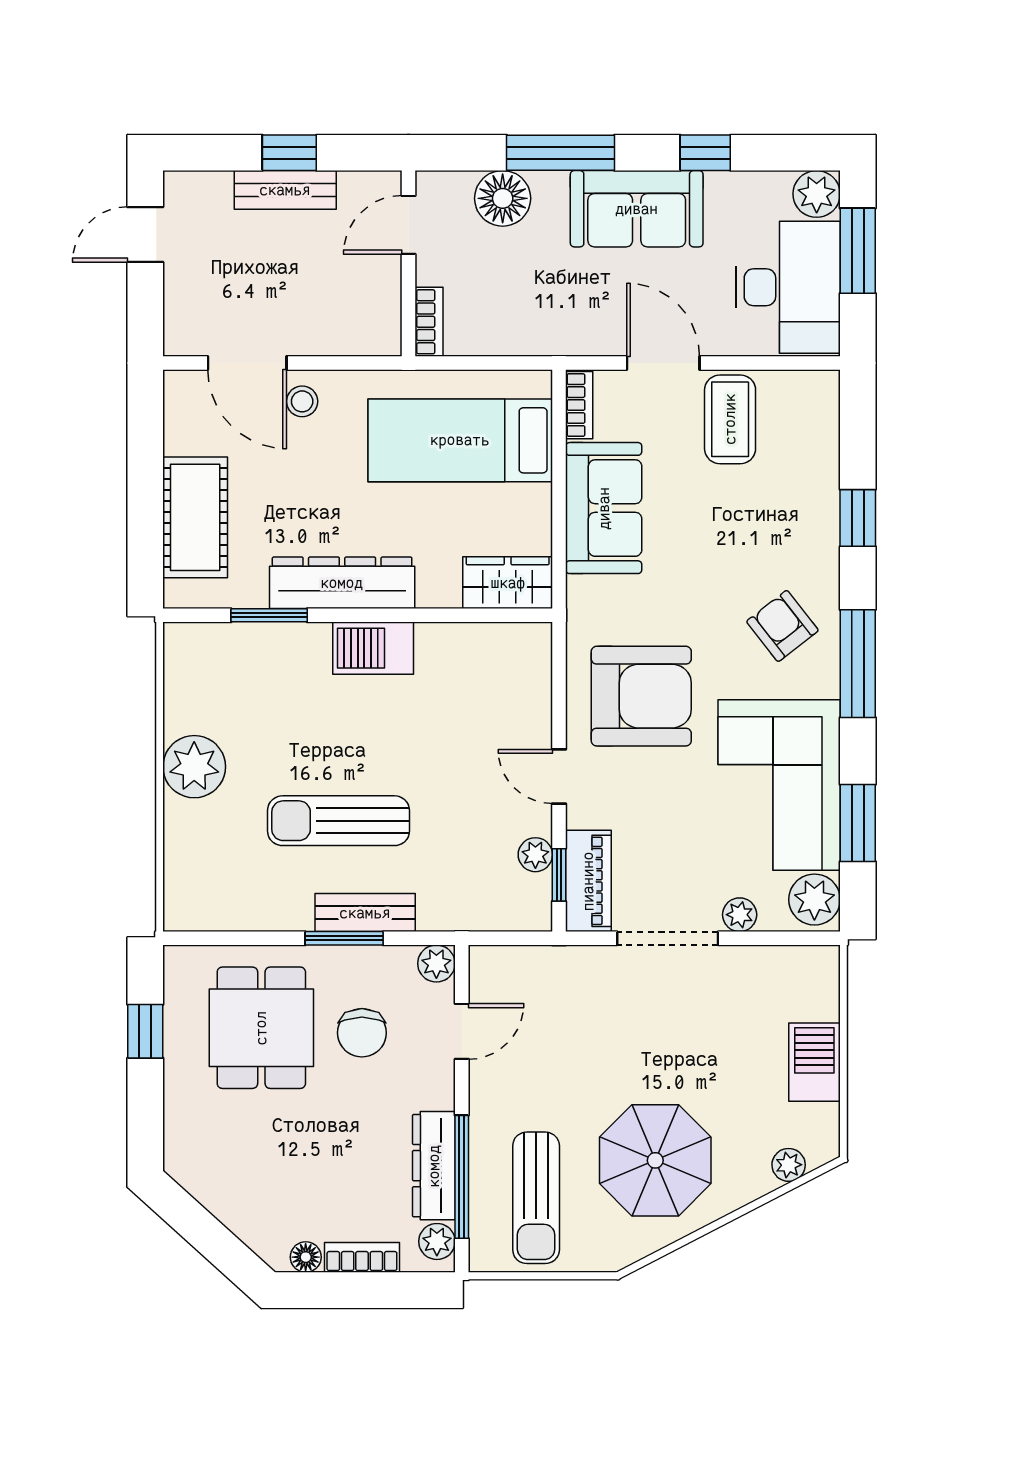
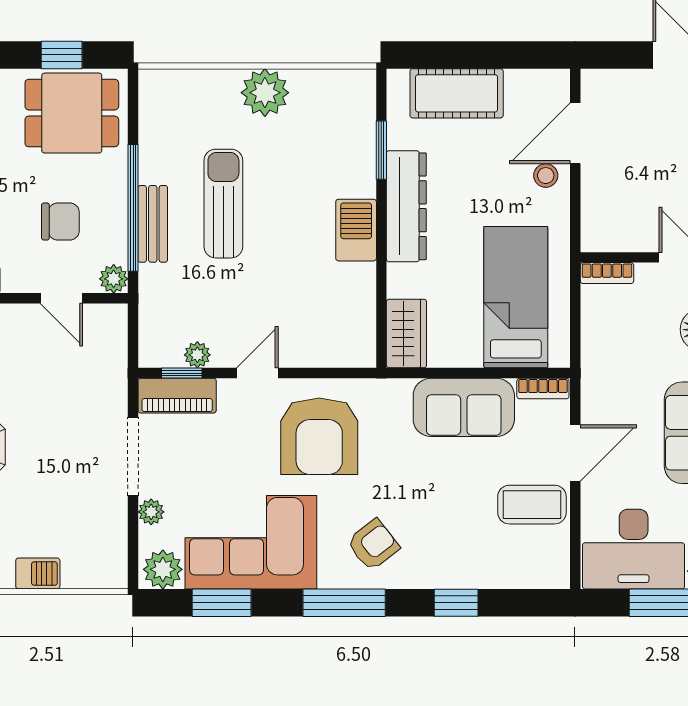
window: (344, 938) -> (133, 208), width x2.11
dining table: (261, 1028) -> (72, 113), moved
chair: (362, 1033) -> (60, 221), turned 180
barbecue: (814, 1062) -> (38, 574), width x0.73, depth x0.79

